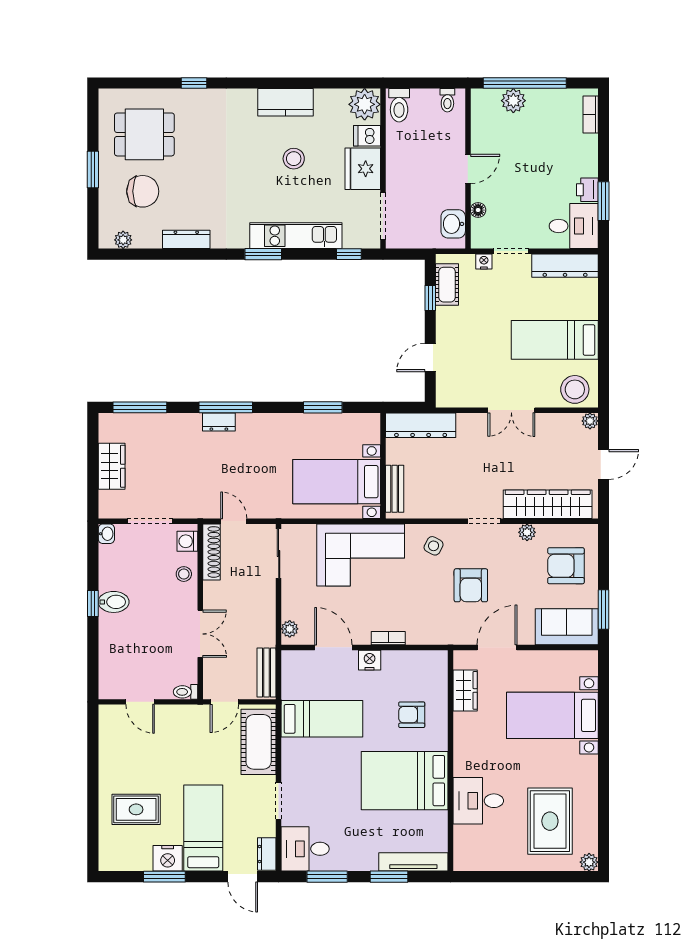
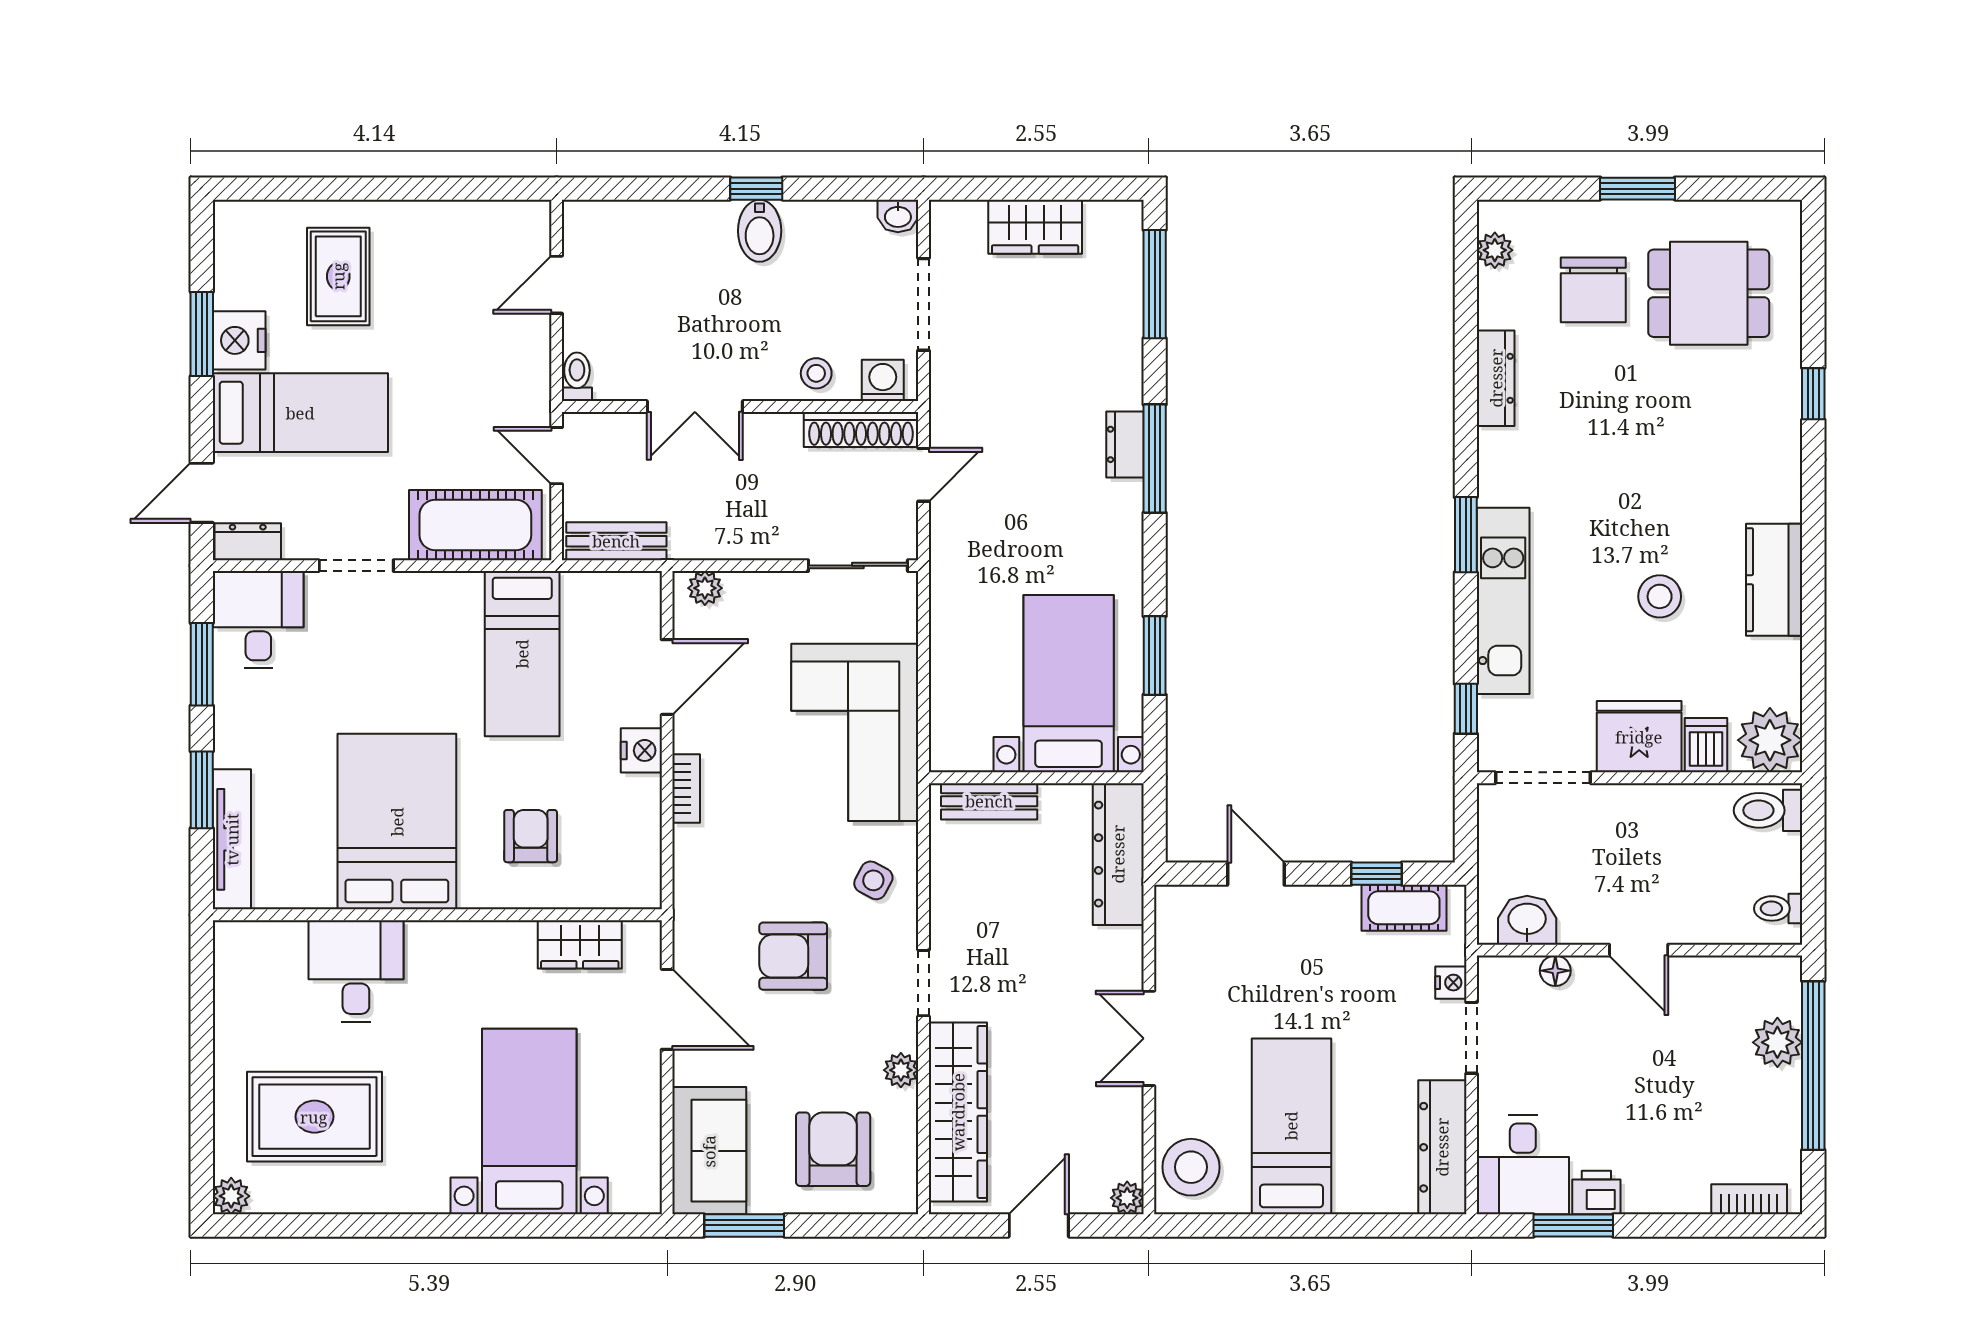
dining table: (144, 134) -> (1709, 293), turned 90
door: (604, 464) -> (1039, 1225), swing flipped
bed with nightstands: (337, 482) -> (1069, 684), moved

